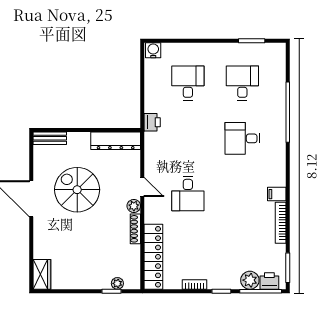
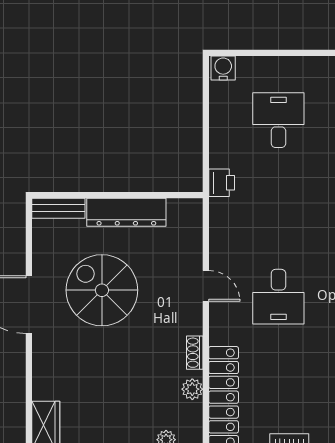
dresser: (116, 141) -> (126, 212), moved
plant: (134, 206) -> (192, 389), moved
shoe rack: (135, 229) -> (195, 353), width x0.70

